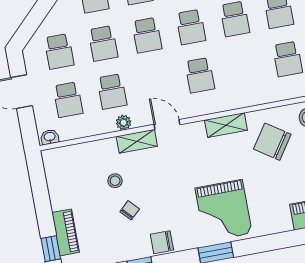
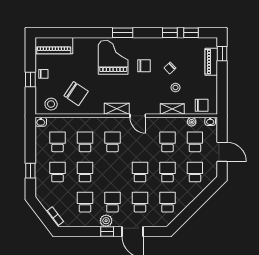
school desk: (191, 27) -> (85, 142), moved
plant: (124, 122) -> (192, 122), moved
shelving: (226, 125) -> (117, 109), moved
shelving: (137, 141) -> (172, 109), moved
chair: (68, 160) -> (202, 105), added
chair: (162, 242) -> (144, 66), moved

